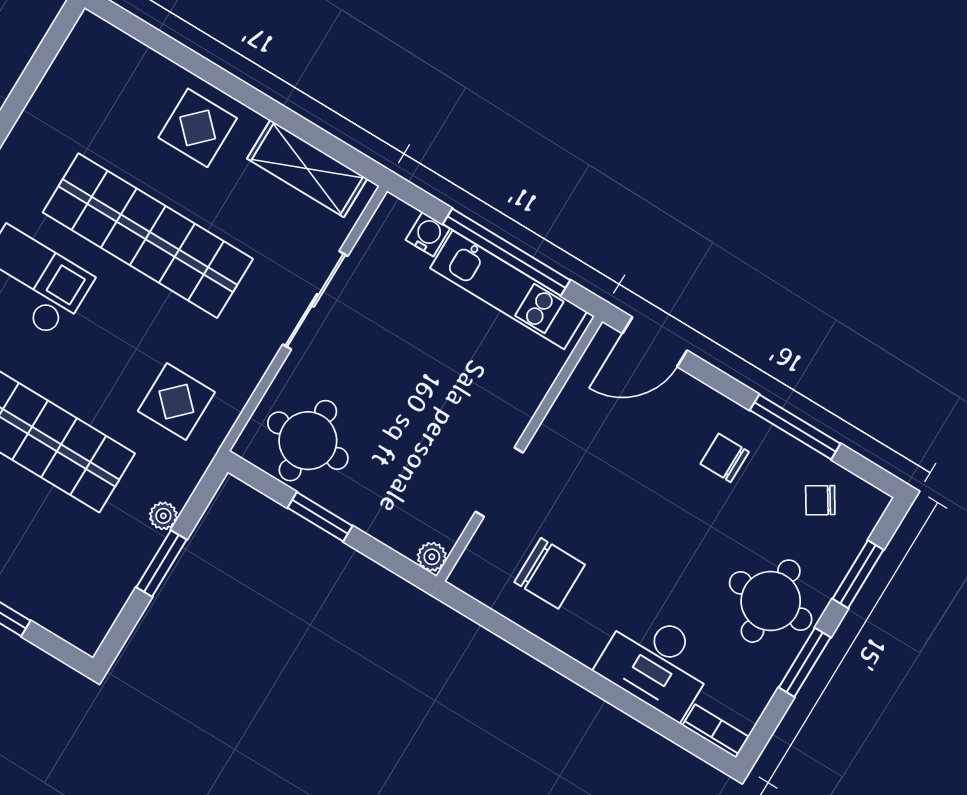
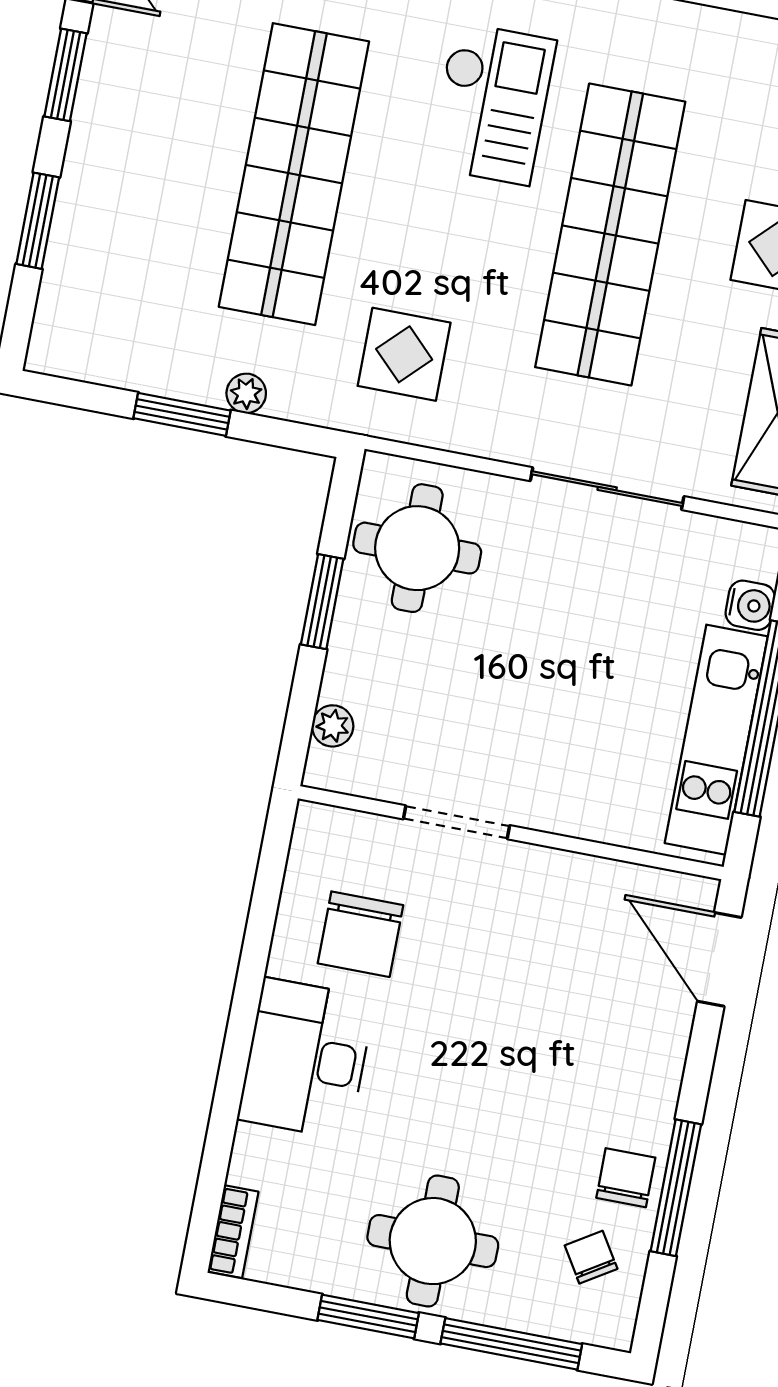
chair: (725, 458) -> (626, 1178), moved
plant: (432, 557) -> (333, 726), moved
window: (858, 574) -> (511, 1344), width x1.44
desk: (657, 663) -> (306, 1059), moved

